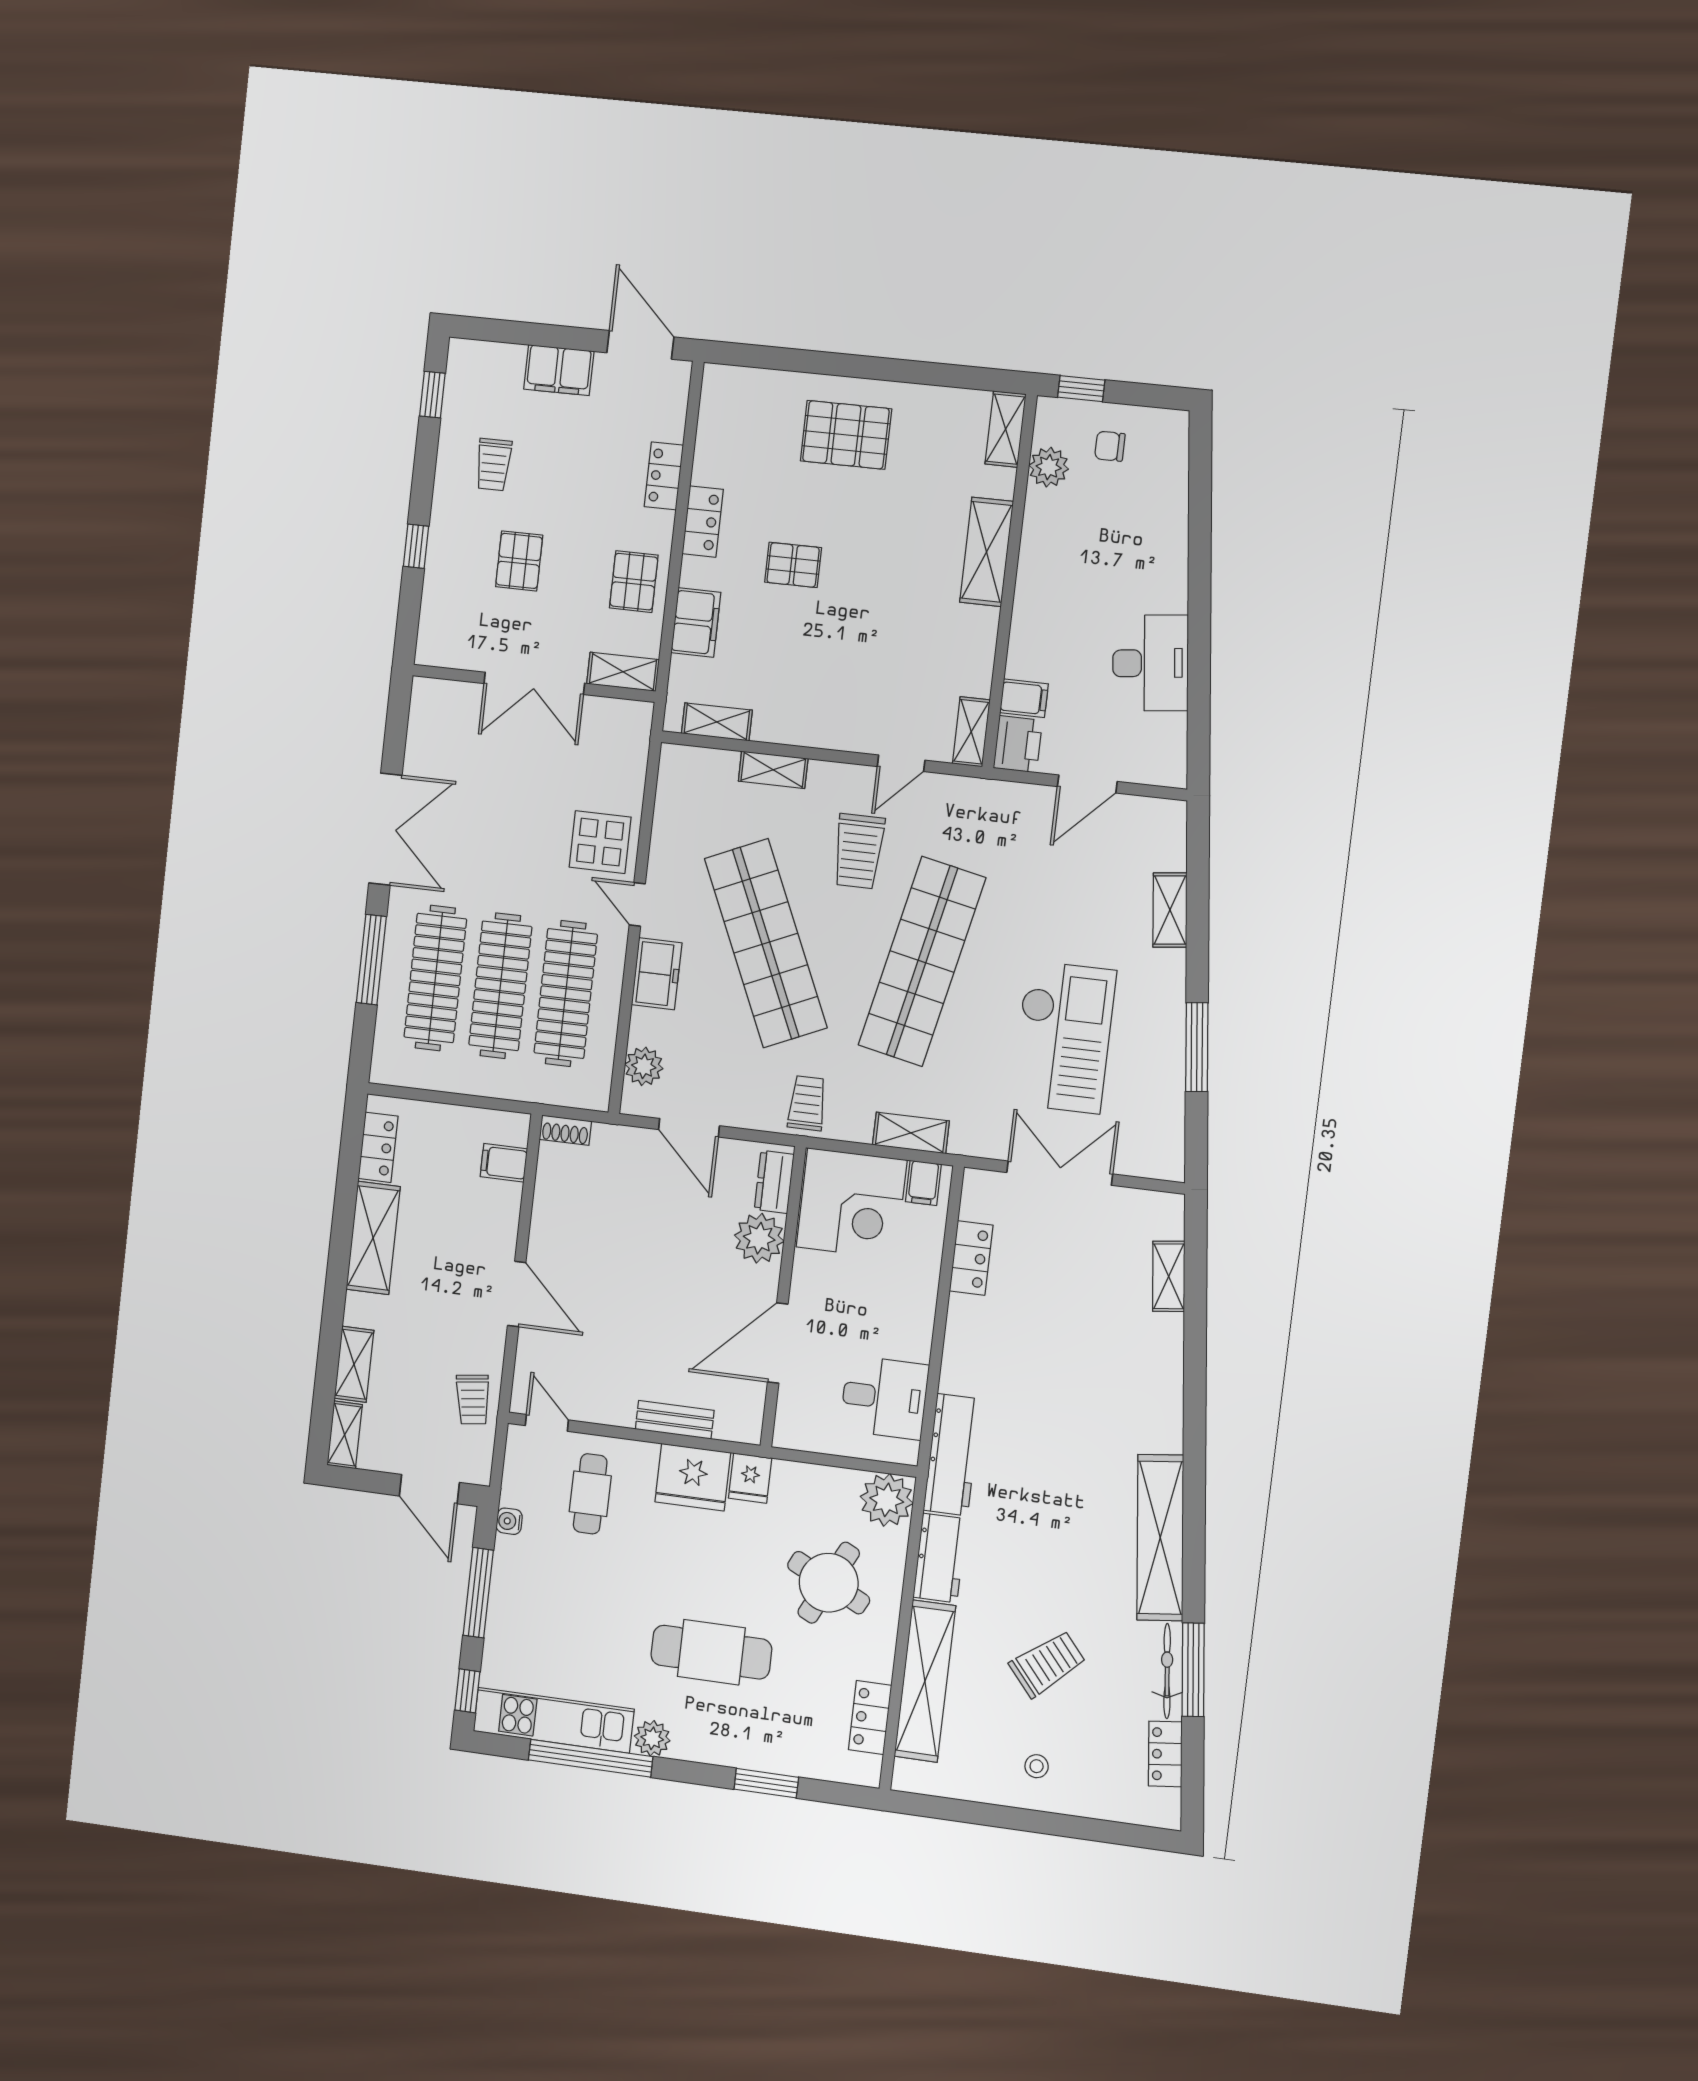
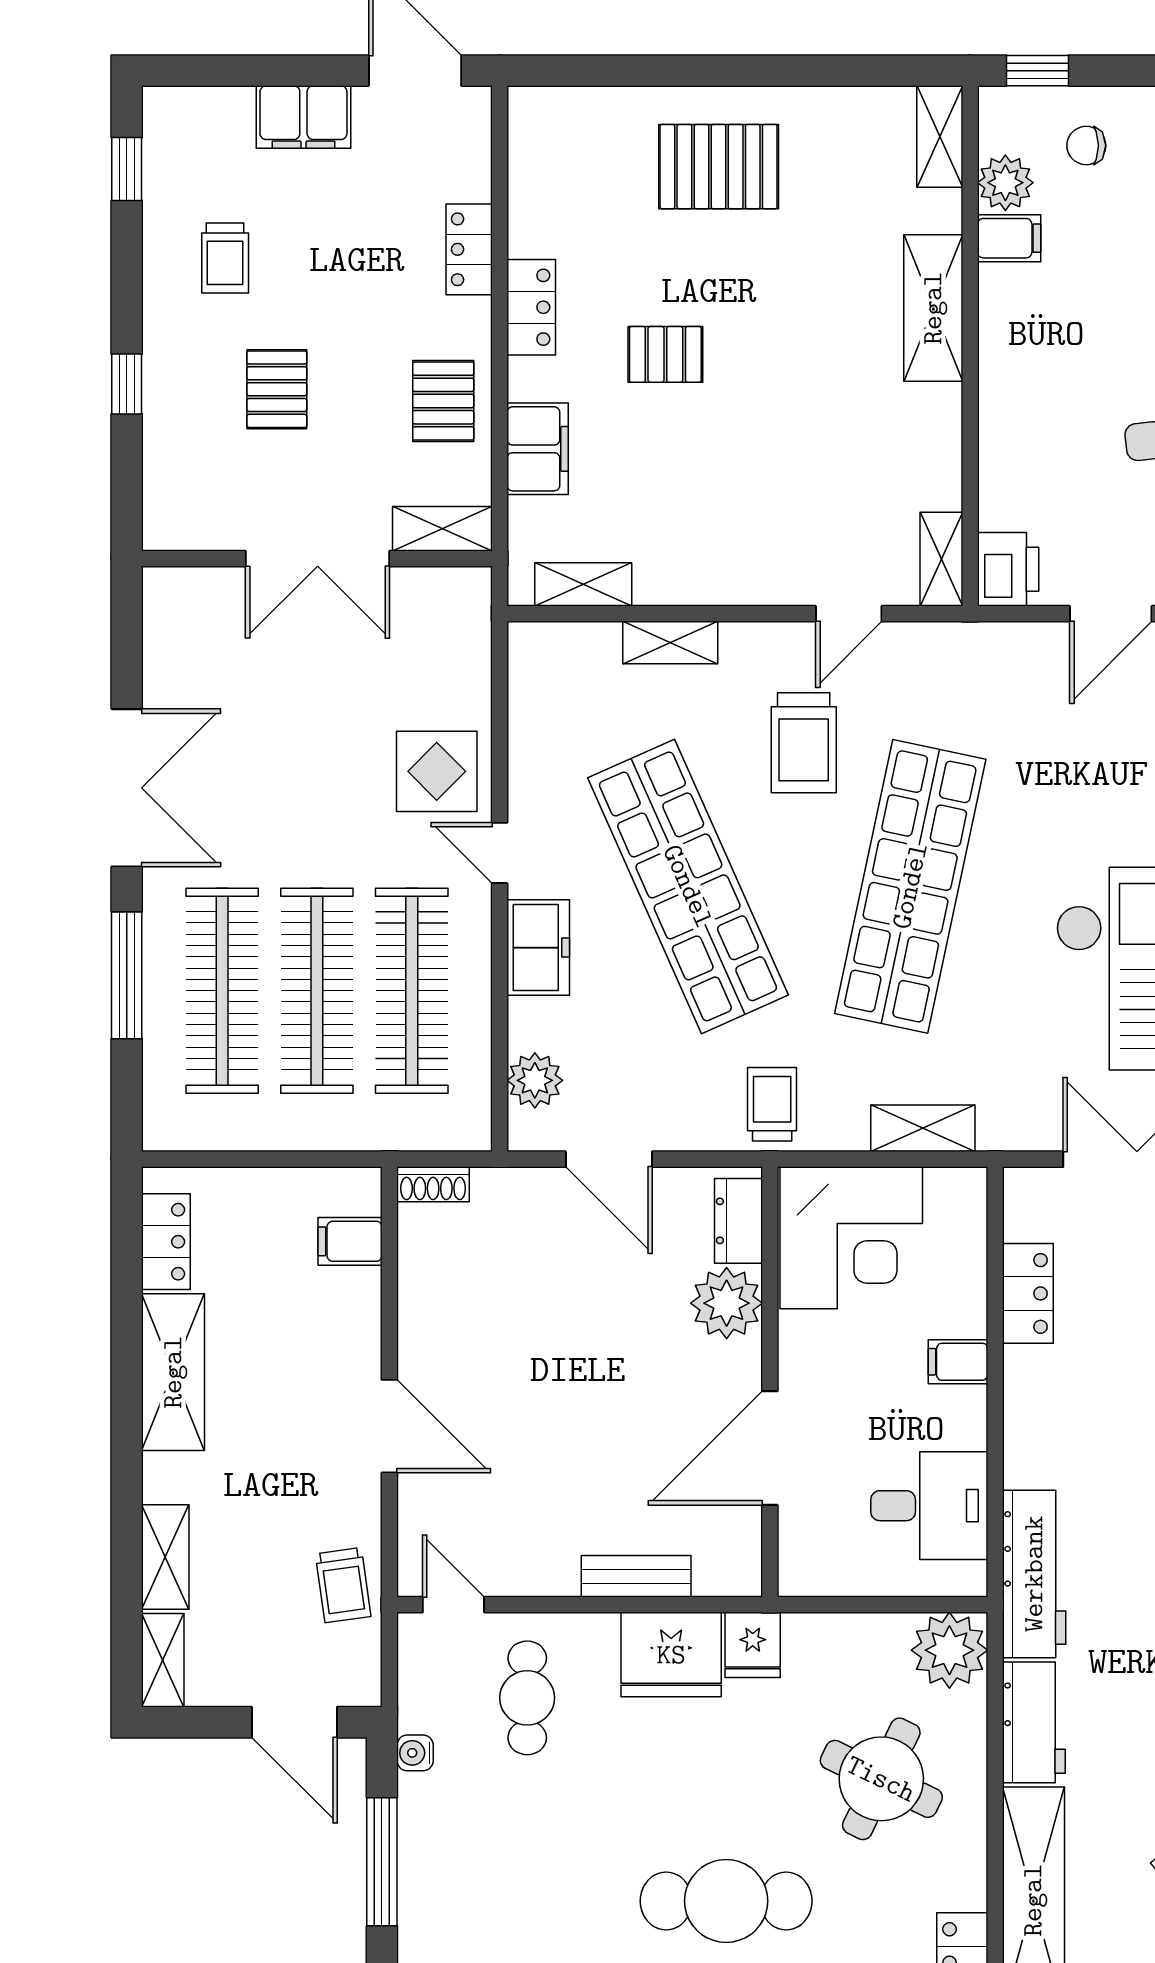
filing cabinet: (1024, 698) -> (1009, 238), moved
filing cabinet: (923, 1183) -> (958, 1362), moved, turned 90

